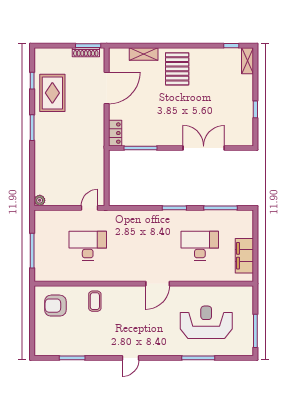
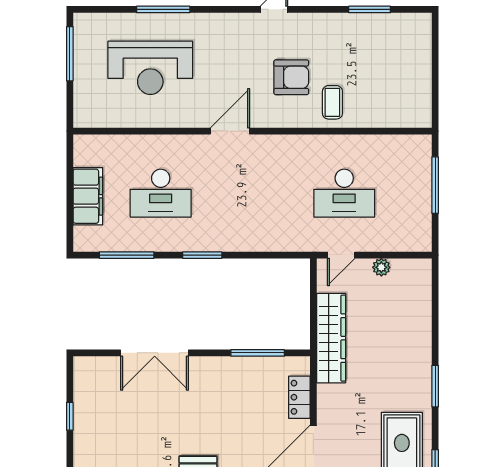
locker: (115, 133) -> (299, 397), moved
wardrobe: (96, 157) -> (331, 338), added
plant: (40, 200) -> (381, 267), moved
filing cabinet: (244, 256) -> (88, 196), moved
armchair: (55, 306) -> (291, 77), moved

